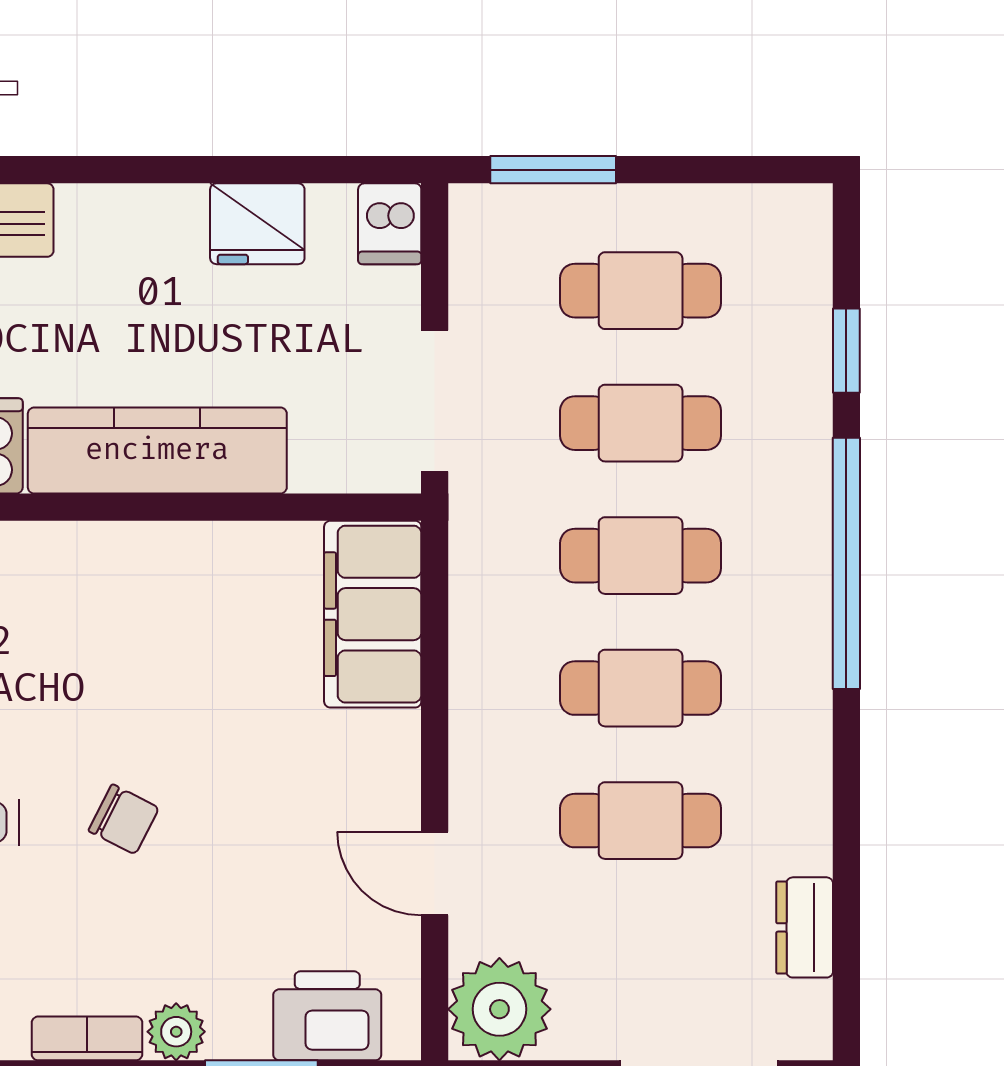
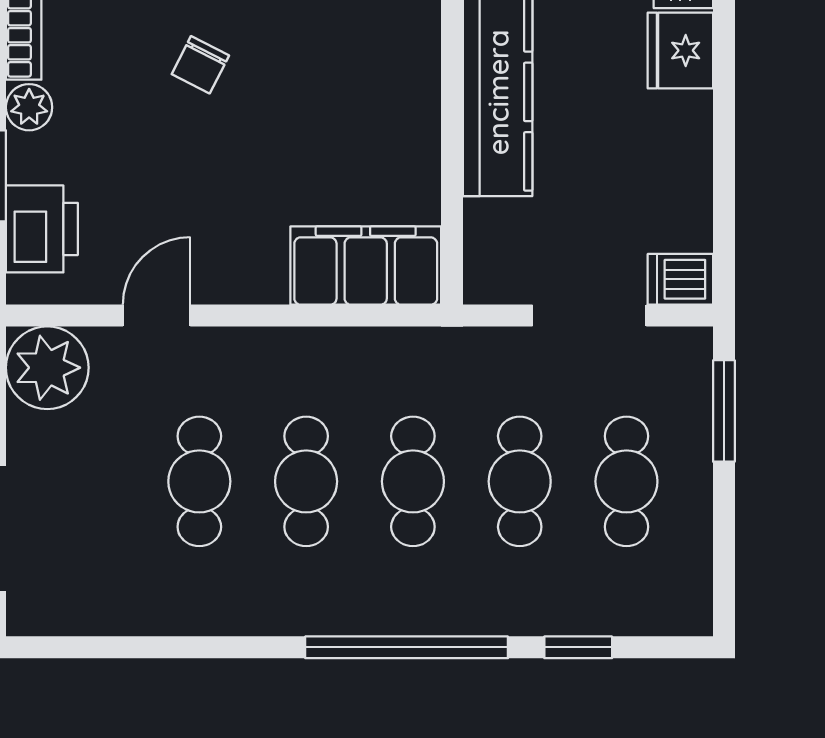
fridge: (257, 224) -> (680, 50), moved
doorway: (435, 401) -> (589, 316), moved
dresser: (805, 927) -> (113, 614), removed

